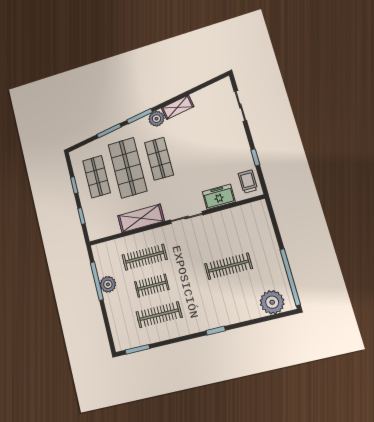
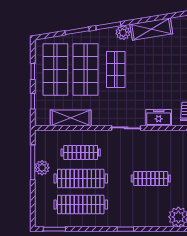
shelving: (178, 107) -> (151, 29), width x1.50, depth x1.33
shop shelf: (97, 177) -> (55, 70), width x1.43, depth x1.36
shelving: (141, 218) -> (71, 118), moved
clothes rail: (152, 286) -> (81, 178), width x1.86, depth x1.31
clothes rail: (159, 315) -> (81, 205), width x1.37, depth x1.31

